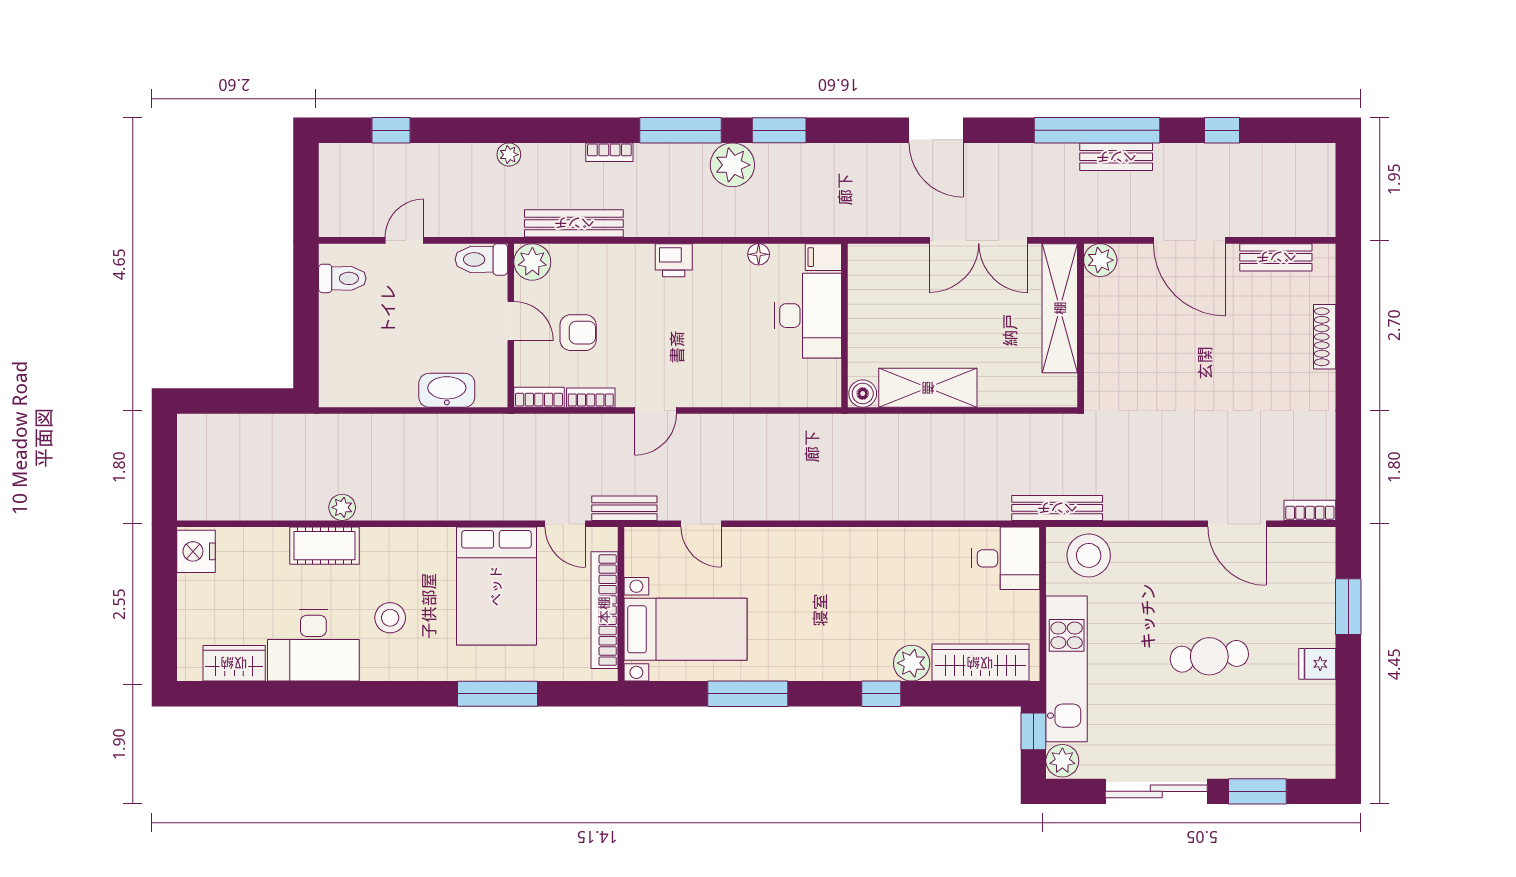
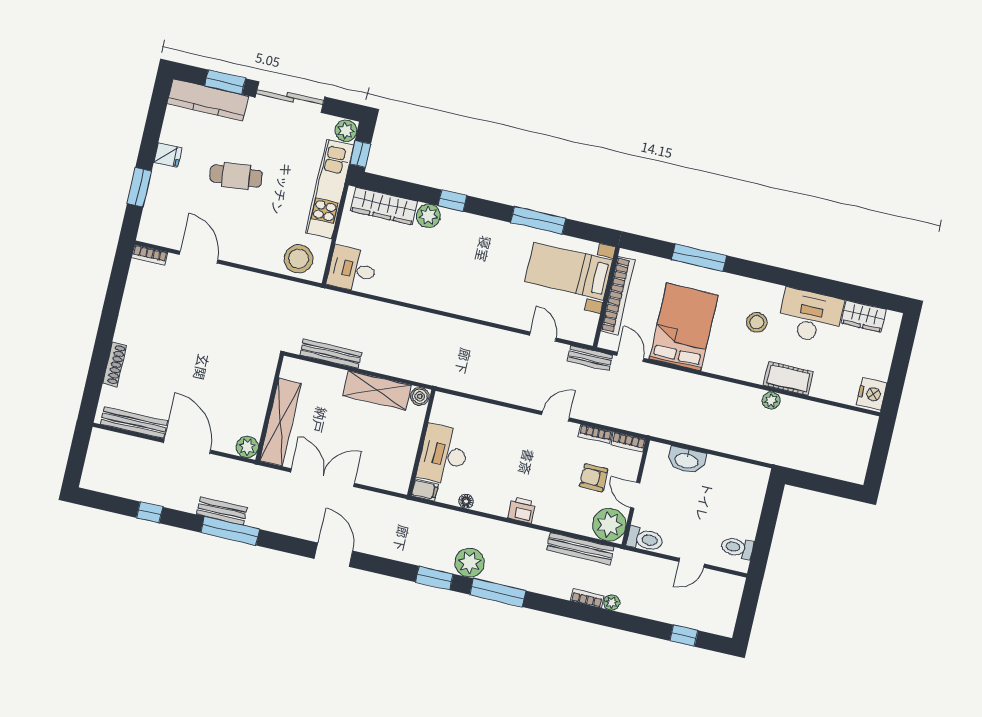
window: (1097, 130) -> (230, 531), width x0.68
bookcase: (609, 152) -> (587, 598), moved
bench: (1276, 257) -> (134, 423), width x1.36
plant: (532, 262) -> (609, 525), width x1.36, depth x1.36
bench: (1057, 508) -> (331, 354), moved
kitchen counter: (1277, 759) -> (208, 100), added

